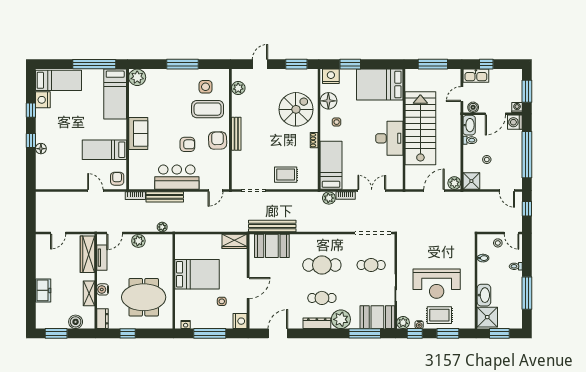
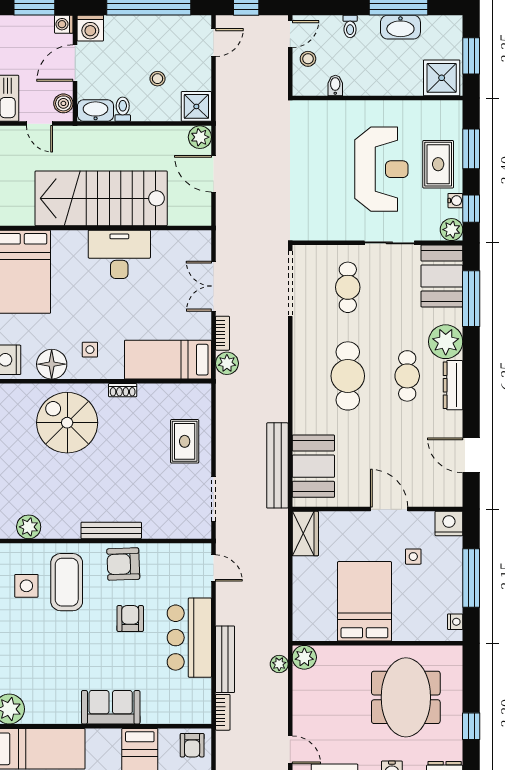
door: (495, 114) -> (75, 63), swing flipped
armchair: (117, 179) -> (192, 745), turned -90
plant: (138, 241) -> (304, 657), moved
washbasin: (484, 295) -> (400, 27), moved, turned 180

